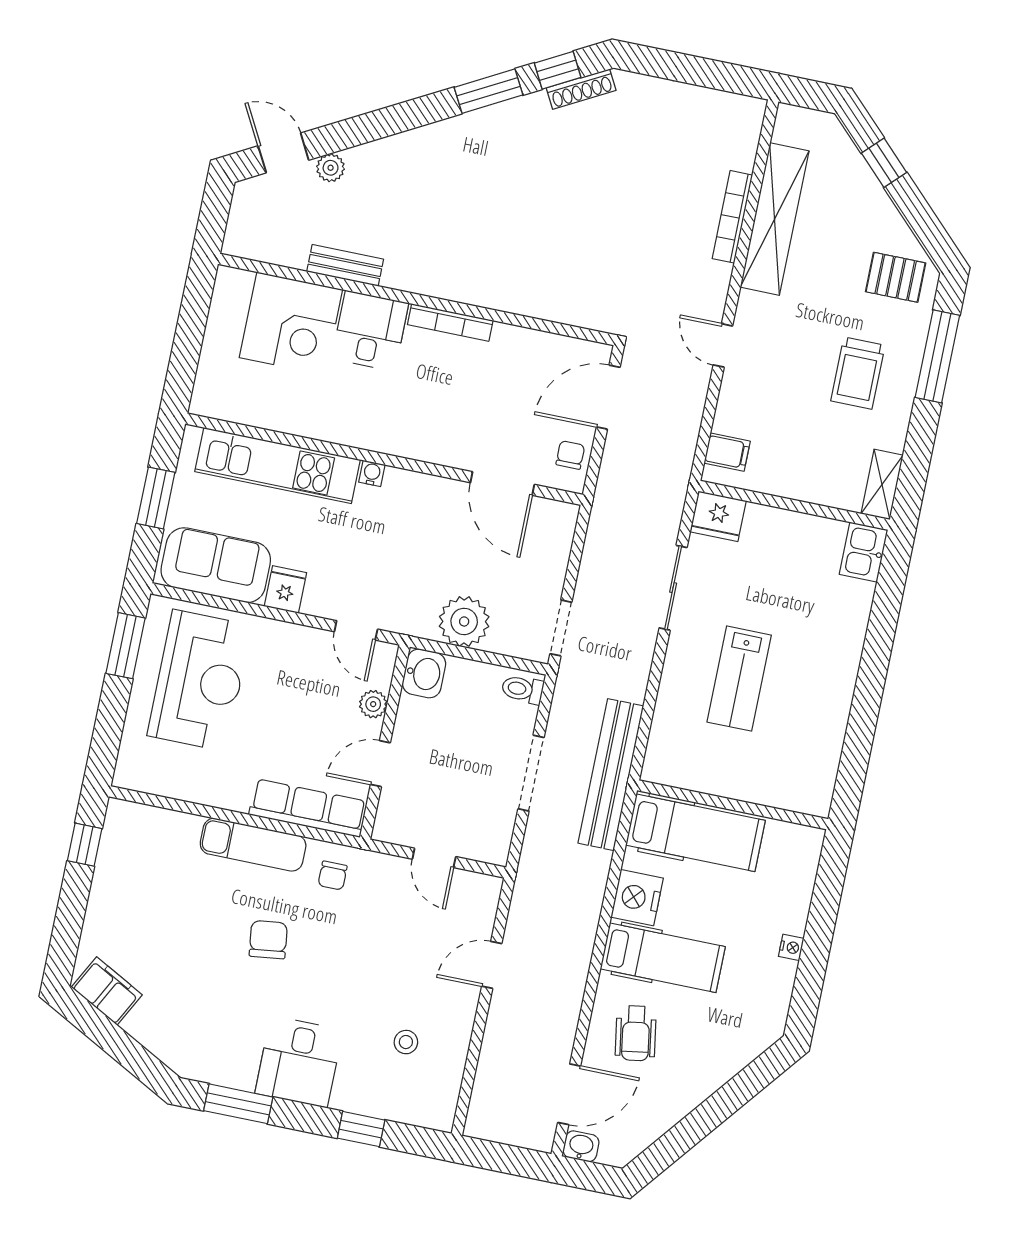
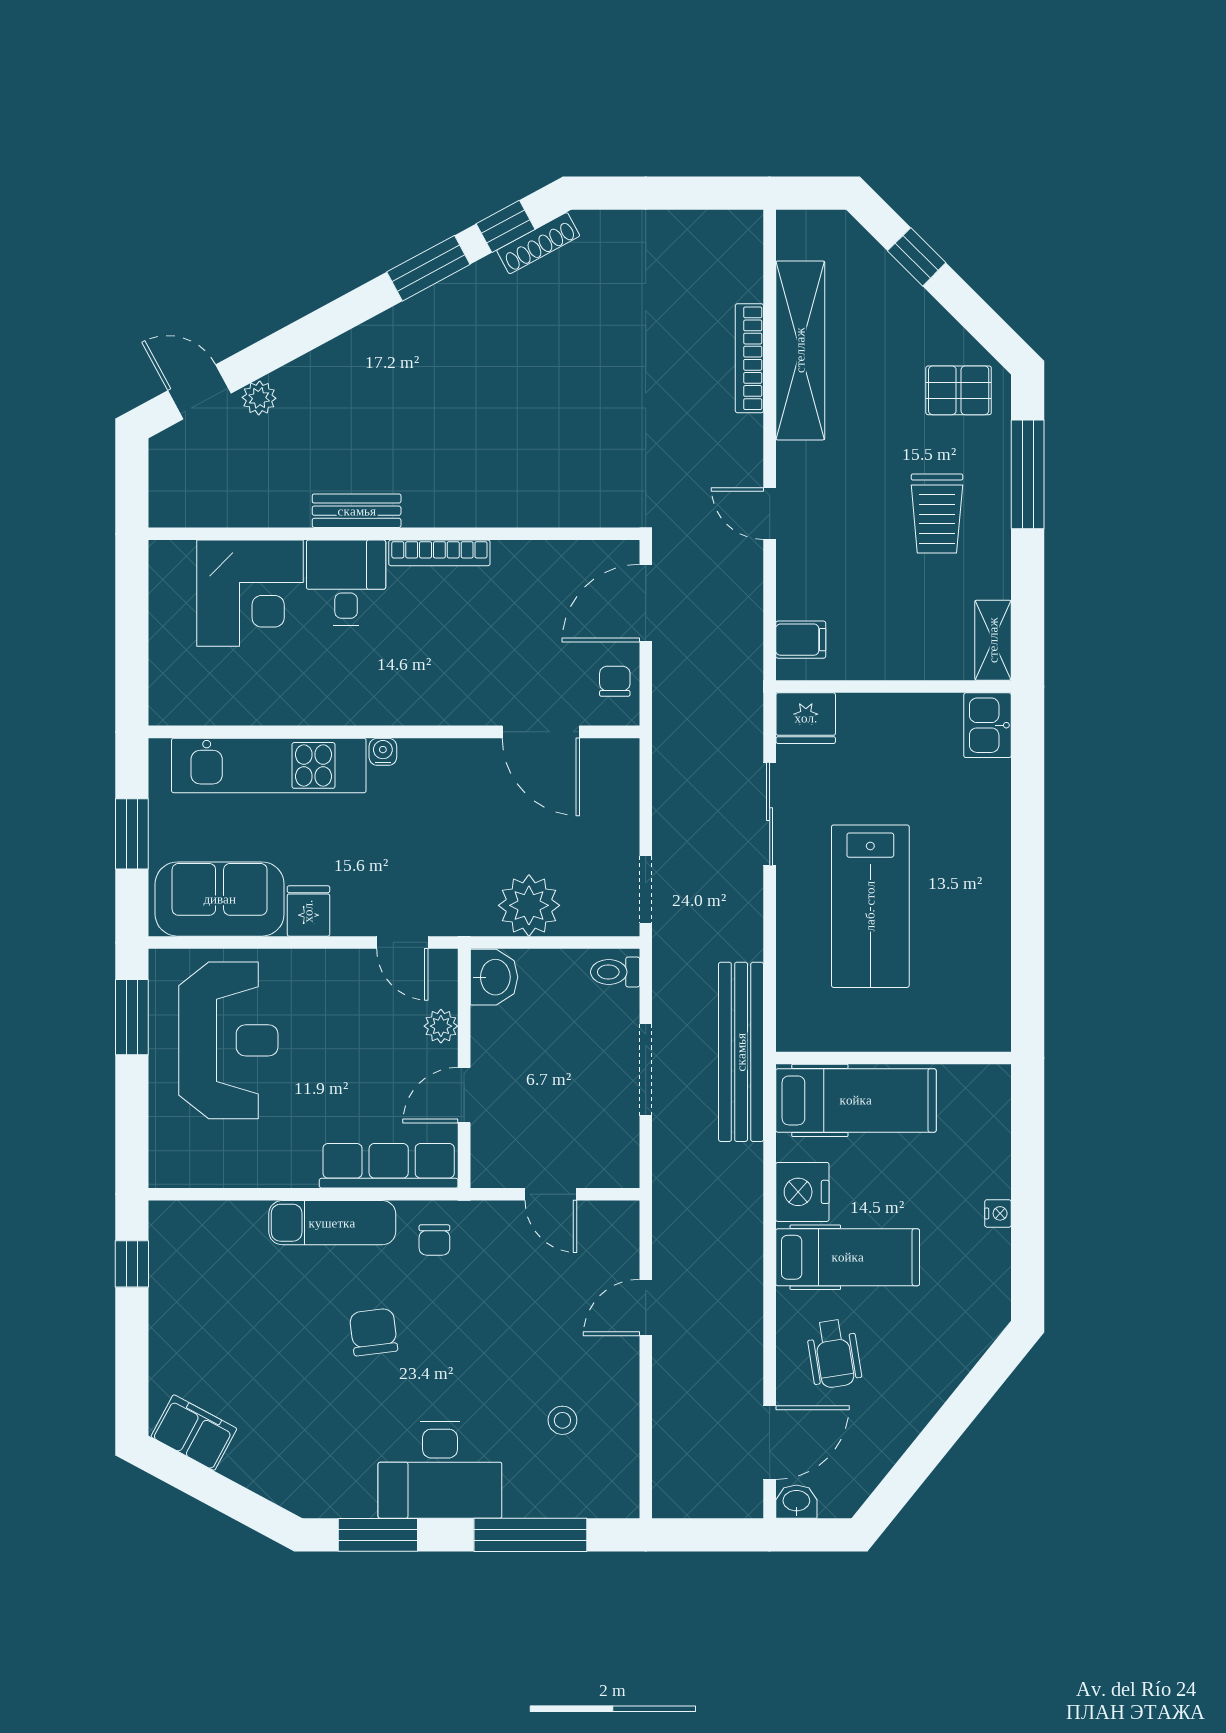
bench: (345, 265) -> (357, 511), moved
lab bench: (739, 679) -> (870, 906), width x1.36, depth x1.39
desk: (299, 1062) -> (440, 1470), width x1.37
window: (361, 1129) -> (530, 1535), width x2.17

